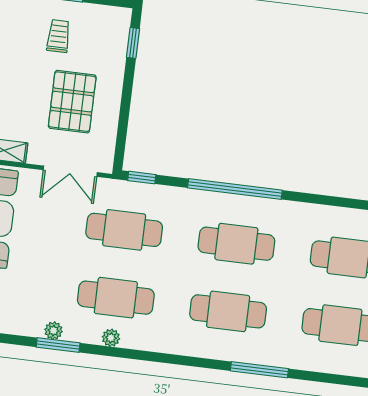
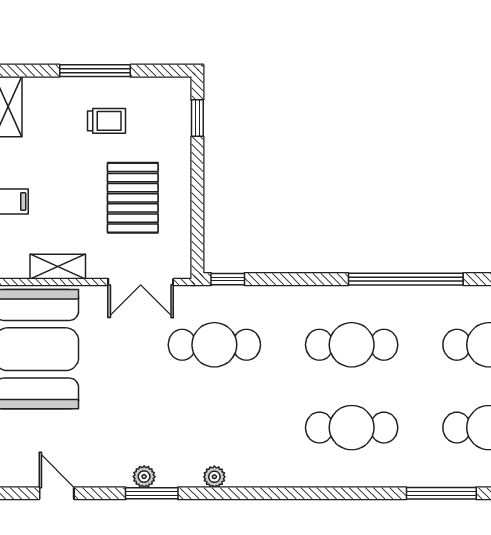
trolley: (59, 36) -> (107, 121), turned 90
window: (235, 189) -> (406, 279), moved
cafe table: (116, 298) -> (214, 428), removed
window: (259, 370) -> (441, 493), moved

